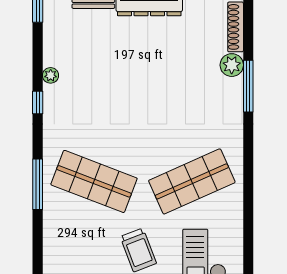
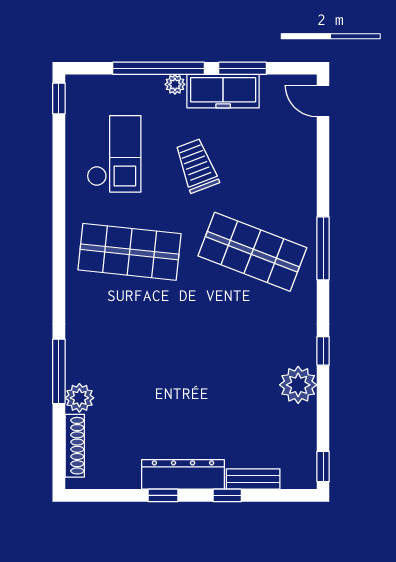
plant: (51, 75) -> (298, 385), width x1.88, depth x1.88
shop shelf: (192, 181) -> (130, 252), turned 30

